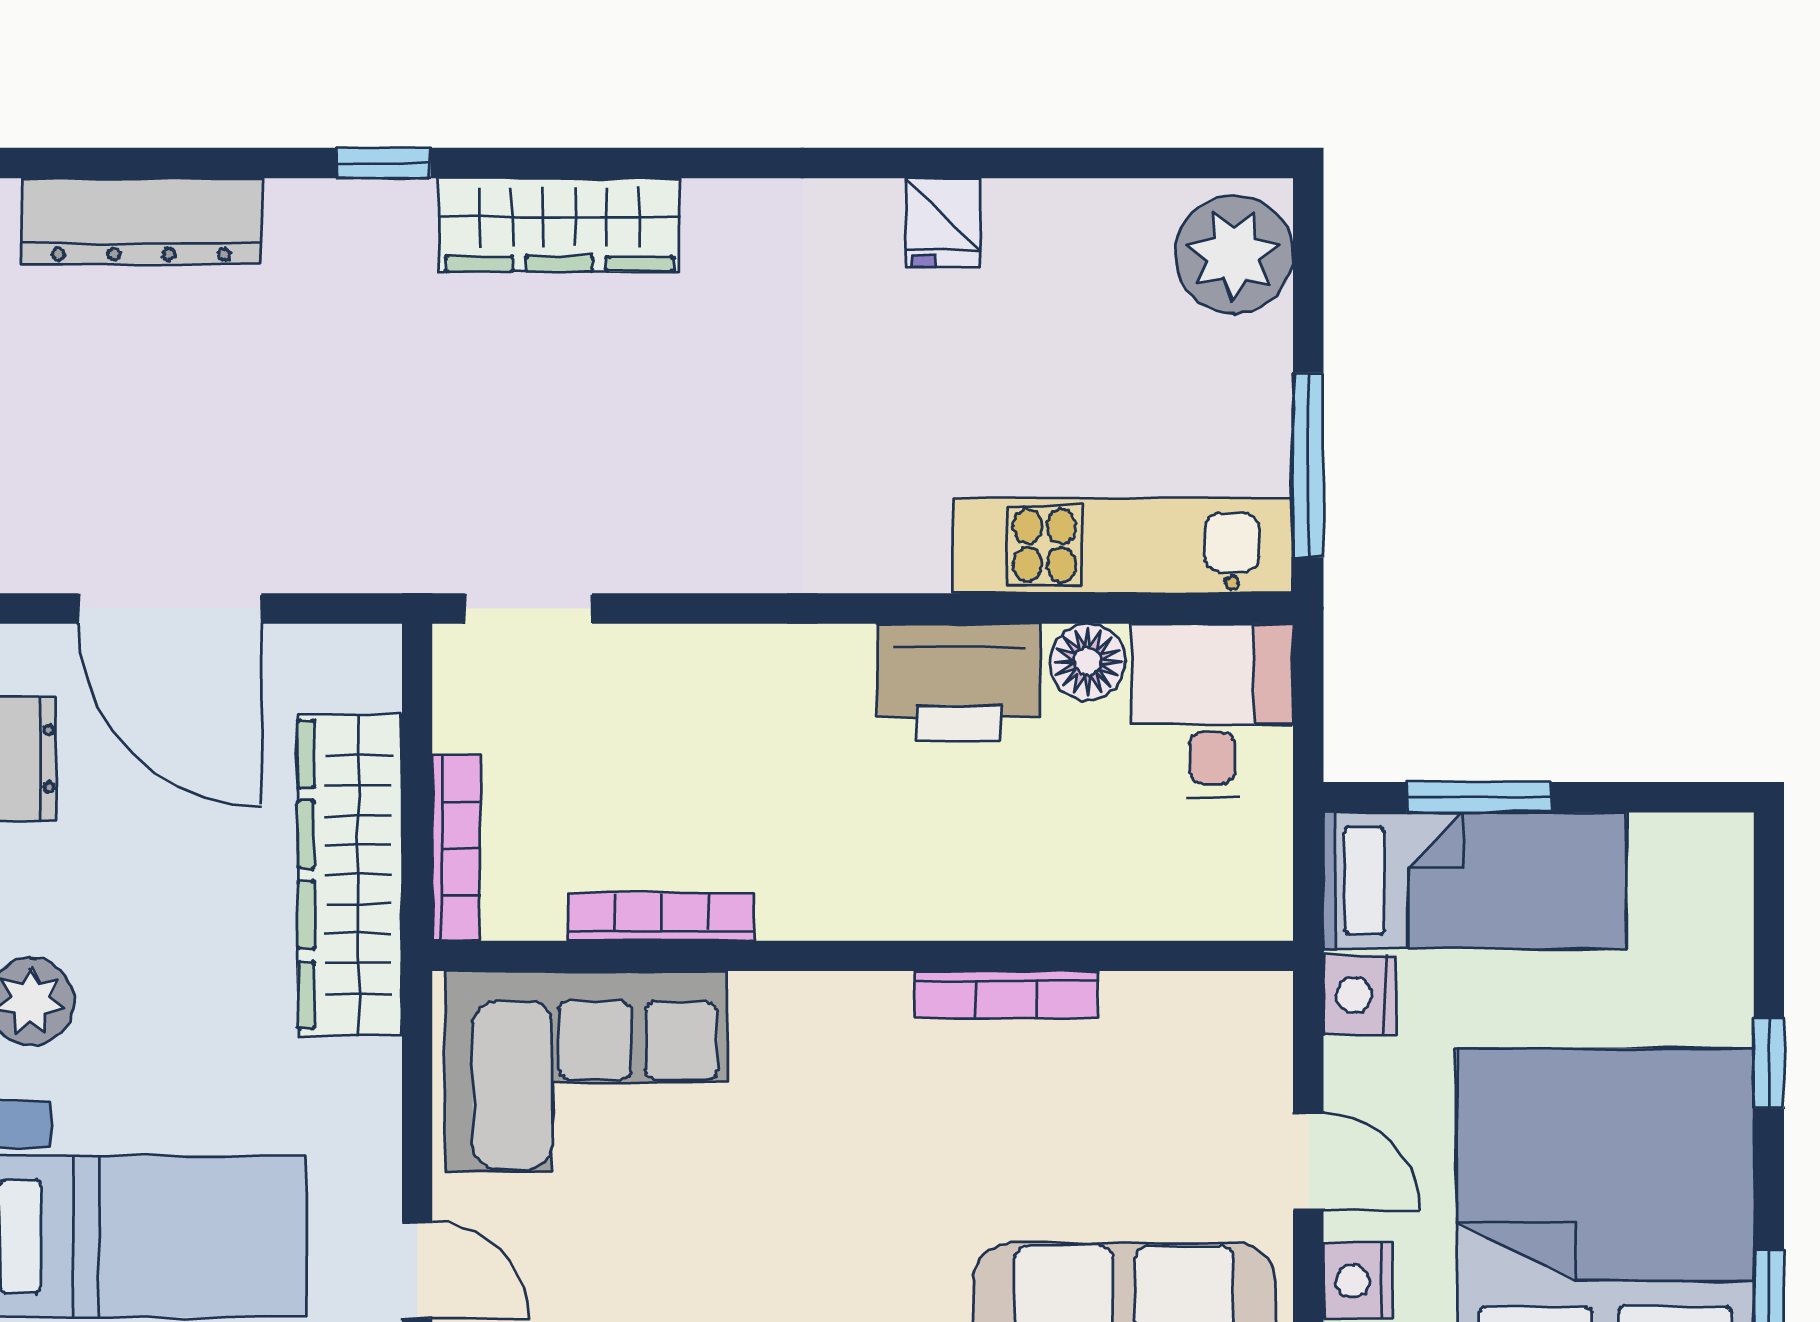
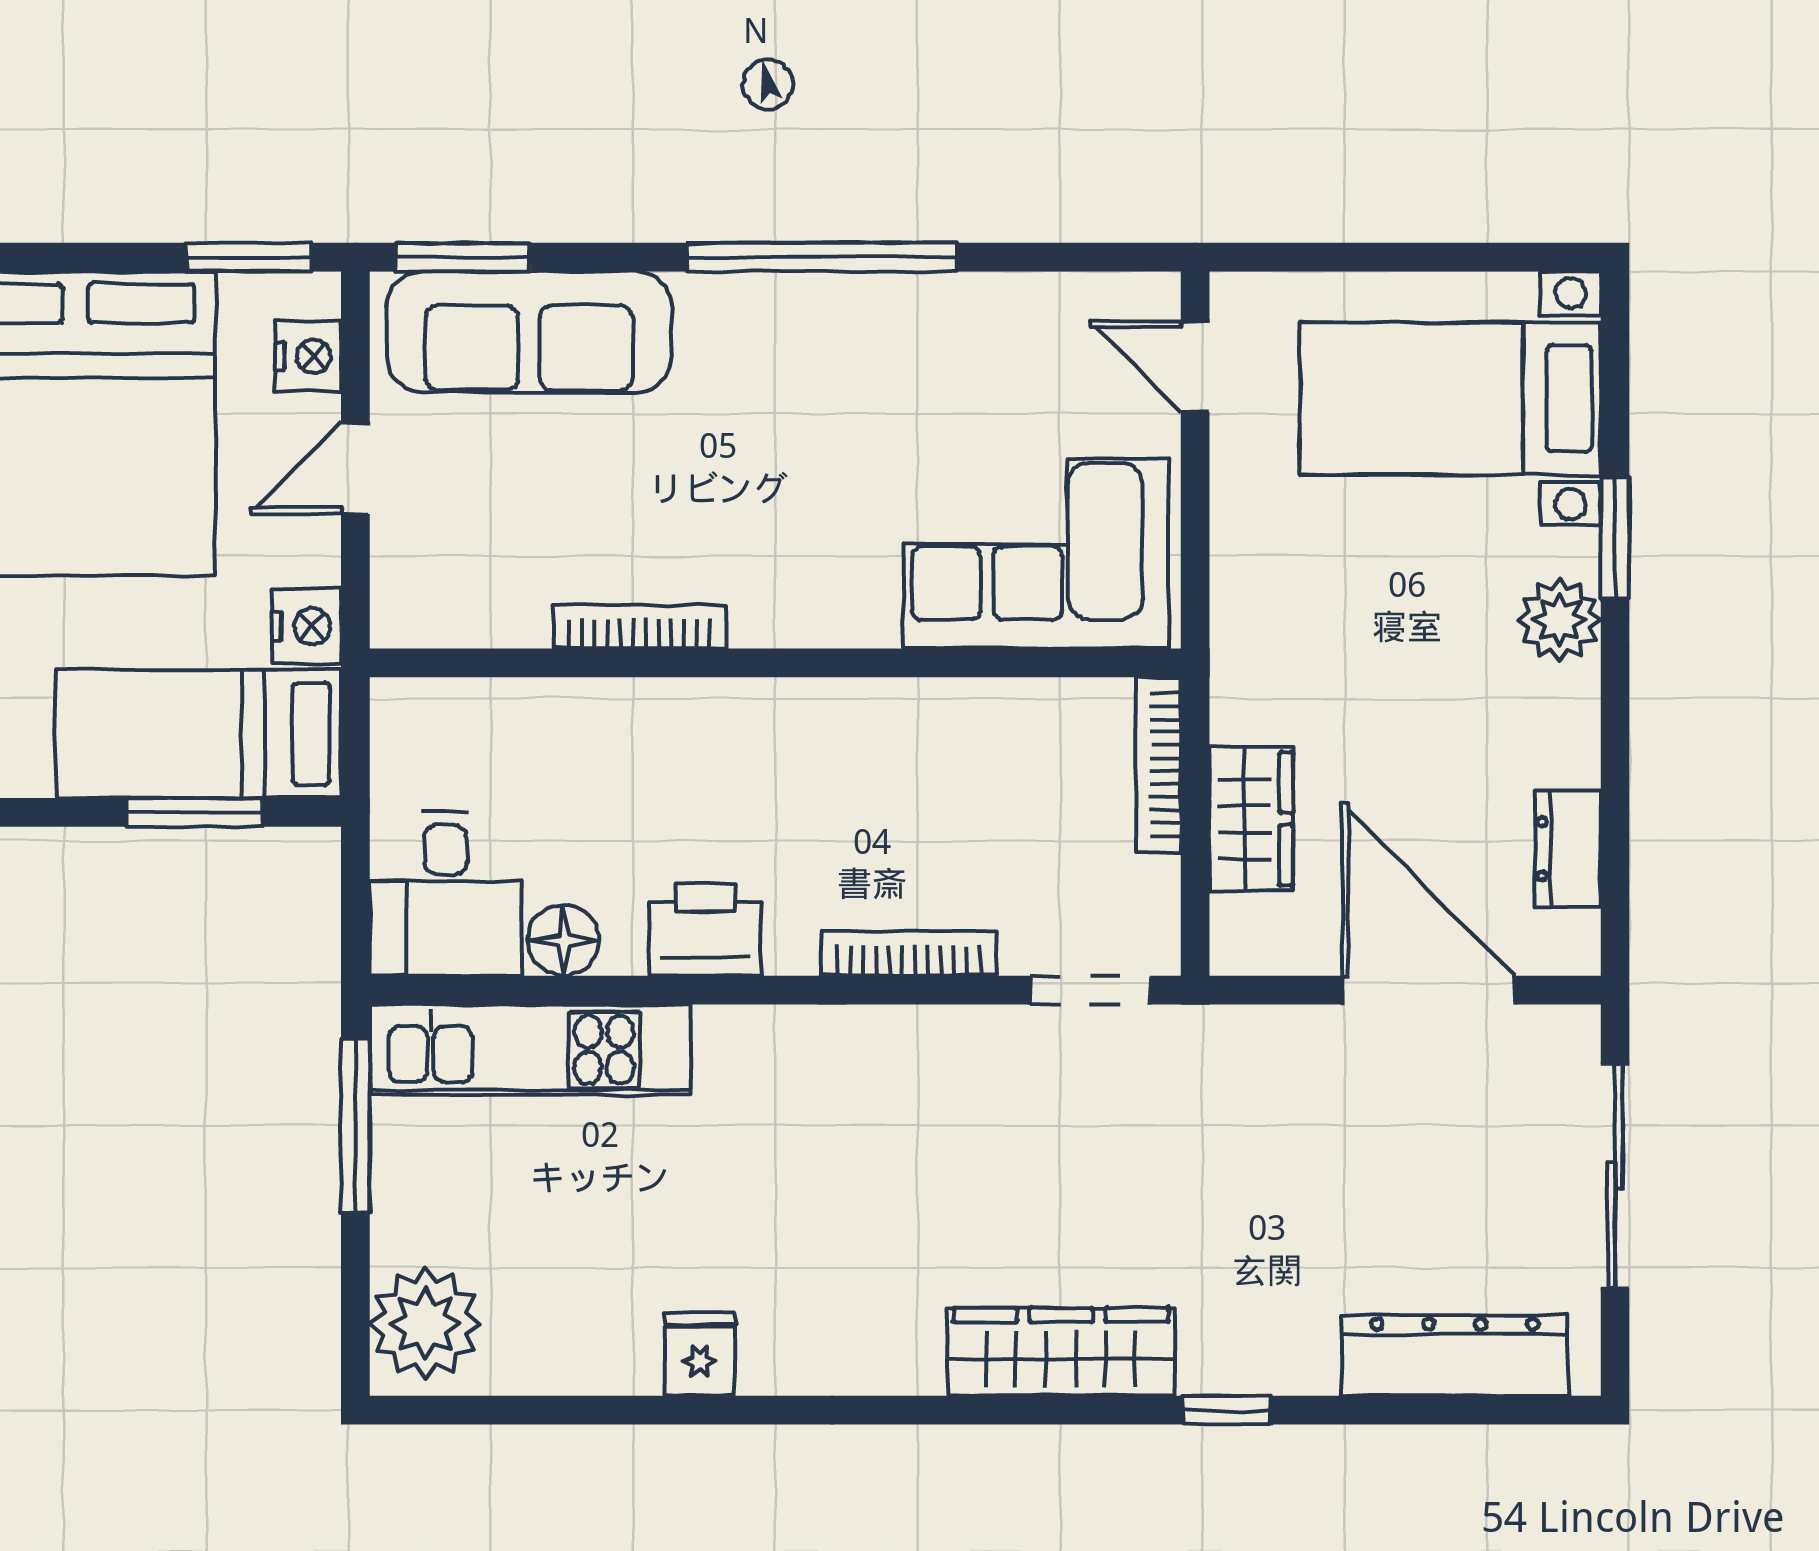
printer: (959, 682) -> (705, 930), width x0.73, depth x0.84
wardrobe: (350, 875) -> (1251, 819), width x0.48, depth x0.85
bookcase: (662, 917) -> (909, 954), moved, turned 180
door: (1308, 1162) -> (355, 468), hinge flipped

